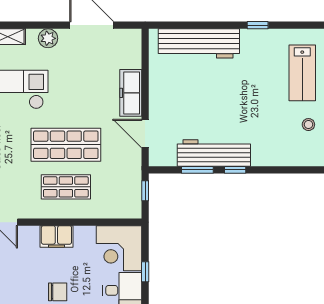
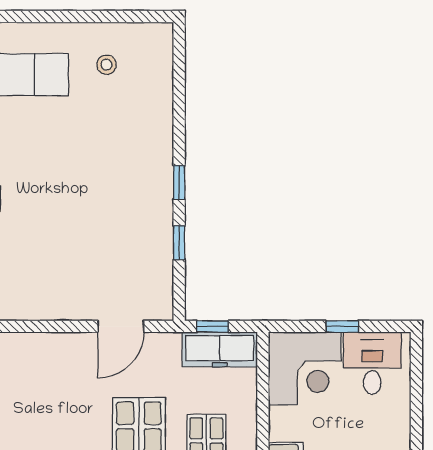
freezer: (131, 93) -> (220, 349), moved
workbench: (214, 153) -> (152, 216), removed
window: (197, 170) -> (179, 243), width x0.67

